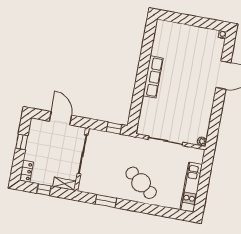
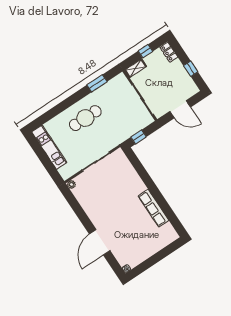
row of seats: (153, 77) -> (153, 208), moved
cafe table: (141, 183) -> (85, 118), turned -37

